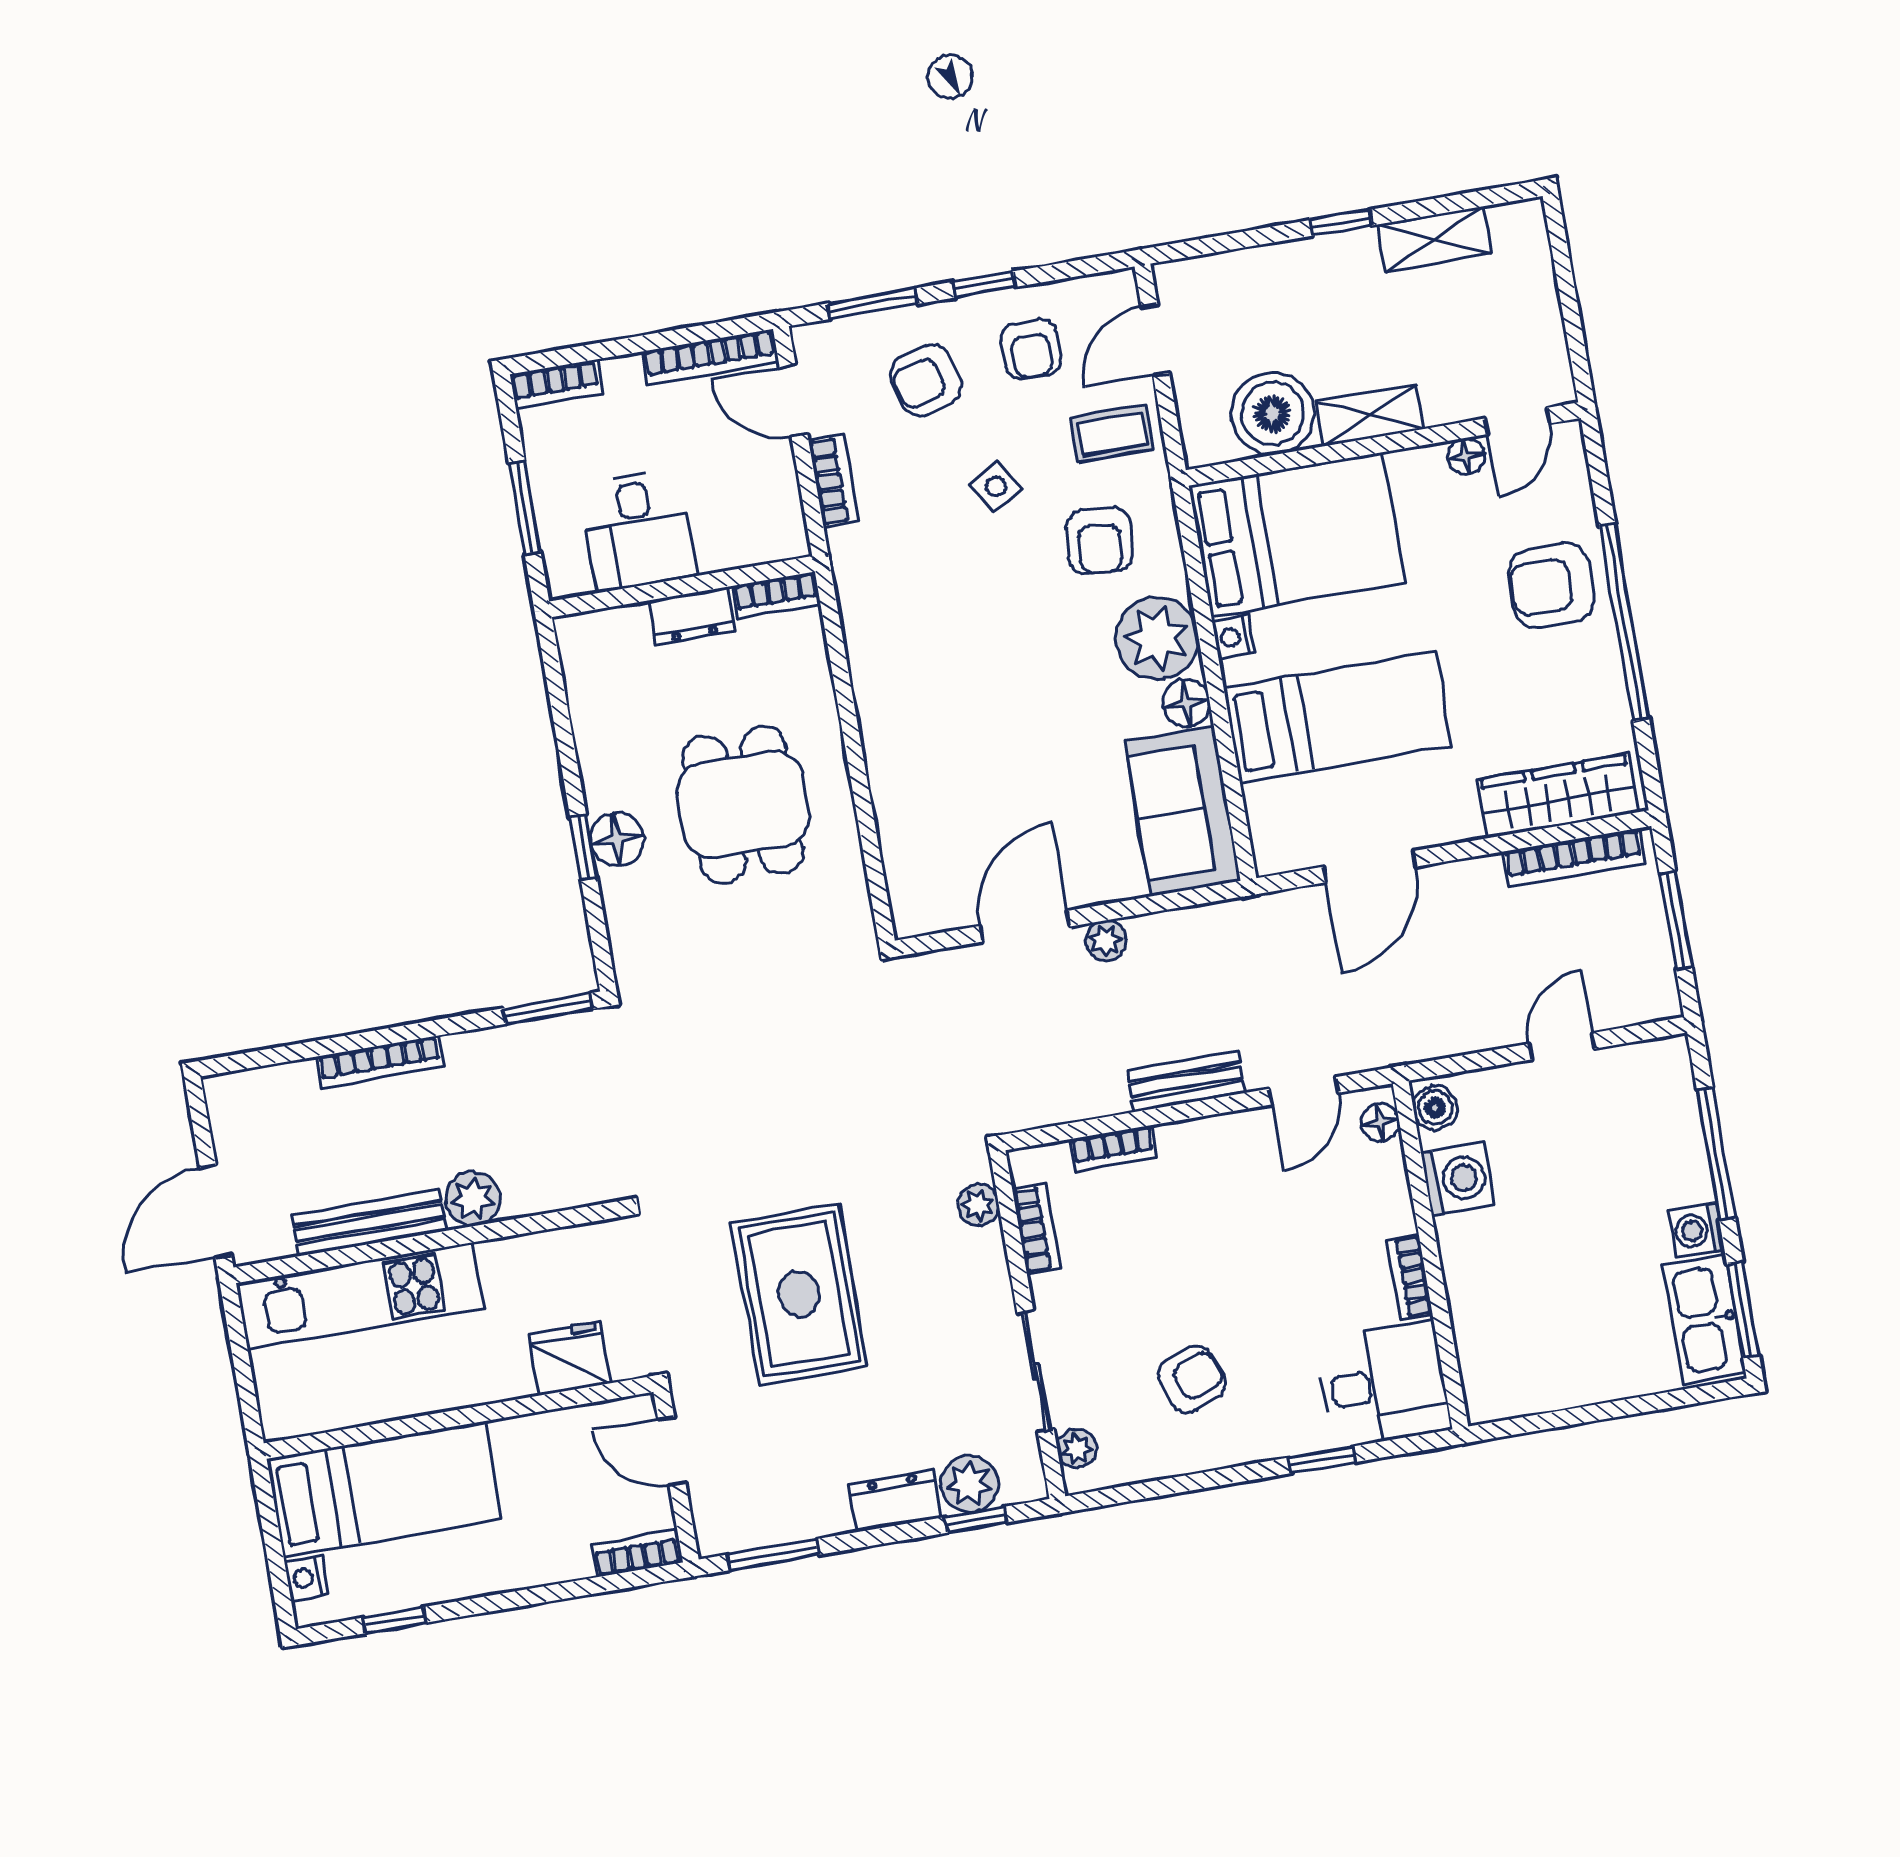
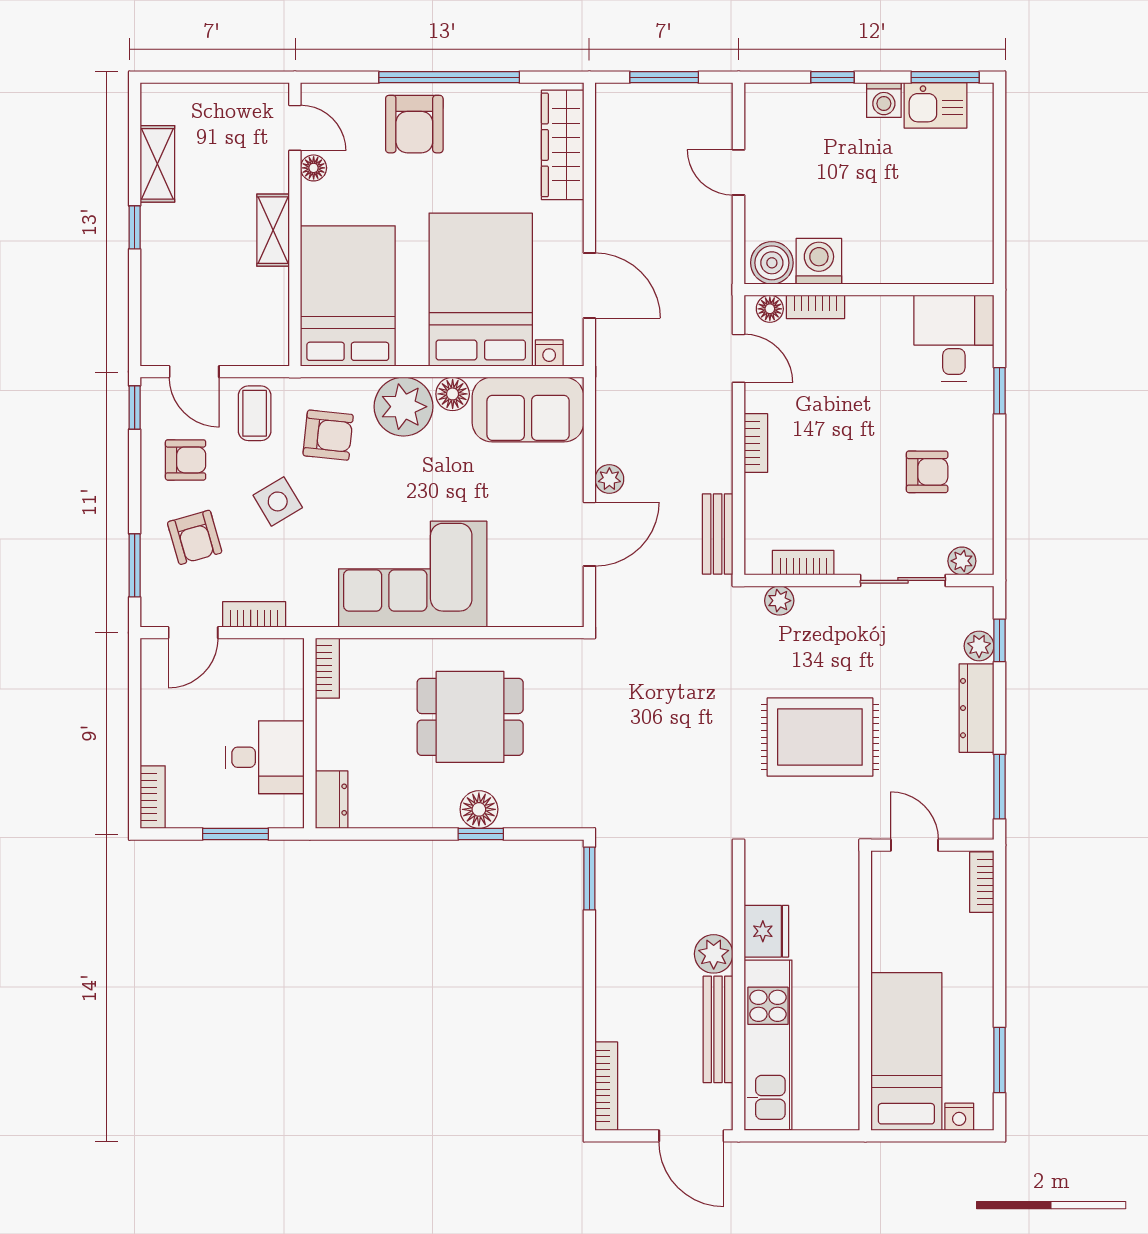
window: (984, 284) -> (135, 407), moved
bookcase: (710, 357) -> (152, 686), removed
boiler: (1272, 414) -> (260, 298), removed
side table: (996, 487) -> (278, 501), width x1.37, depth x1.37
dresser: (692, 616) -> (332, 800), moved
nightstand: (1233, 637) -> (549, 353), moved
corner sofa: (927, 691) -> (413, 574), added
bed: (1338, 717) -> (481, 290), width x1.50
bookcase: (1574, 857) -> (608, 141), removed
door: (1025, 926) -> (589, 534), swing flipped
bookcase: (380, 1062) -> (606, 1086), moved
bench: (1186, 1081) -> (718, 534), moved
boiler: (1435, 1108) -> (772, 263), width x1.36, depth x1.36
bookcase: (1113, 1148) -> (756, 443), moved
window: (1716, 1154) -> (832, 77), width x0.46
bookcase: (1410, 1277) -> (816, 307), moved
kitchen sink: (1704, 1319) -> (935, 105), width x0.73
fridge: (570, 1359) -> (766, 931), moved, turned 180
armchair: (1192, 1379) -> (927, 472), turned 112
door: (672, 1451) -> (915, 845), swing flipped
plant: (969, 1484) -> (979, 646), width x0.73, depth x0.73
dresser: (895, 1501) -> (977, 708), width x1.44
window: (394, 1620) -> (999, 1060), width x1.50

